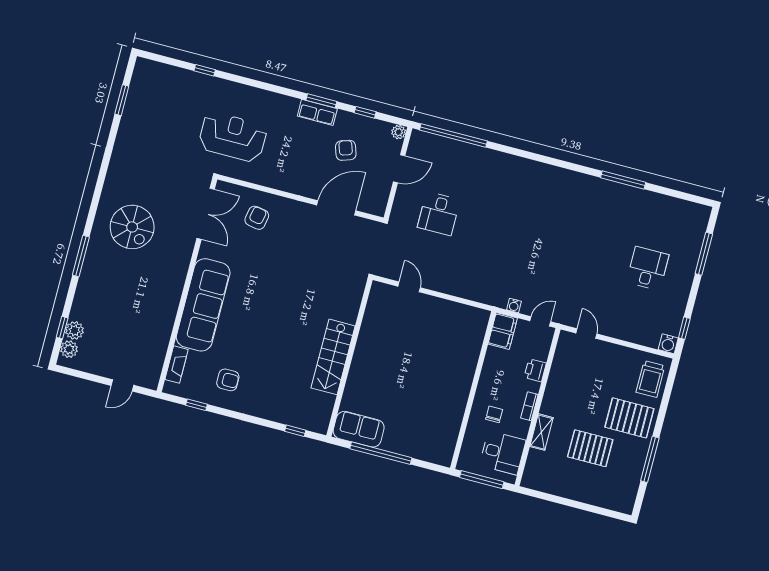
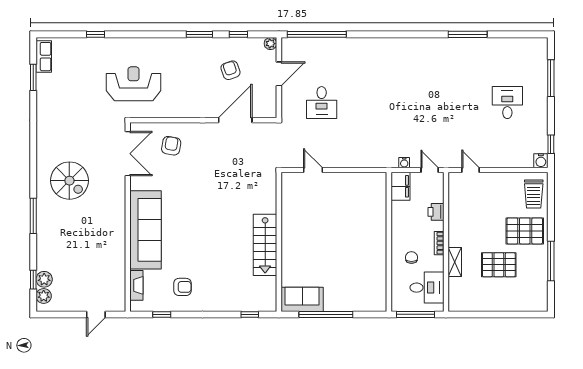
row of seats: (317, 112) -> (44, 57), moved, turned -90
door: (540, 321) -> (430, 170), hinge flipped

